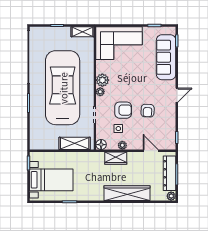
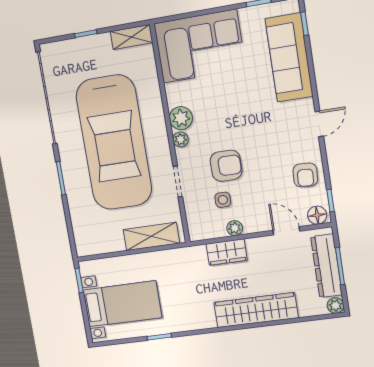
car: (63, 88) -> (114, 143), turned 180
armchair: (148, 111) -> (305, 175), moved
floor lamp: (101, 145) -> (317, 215), moved

